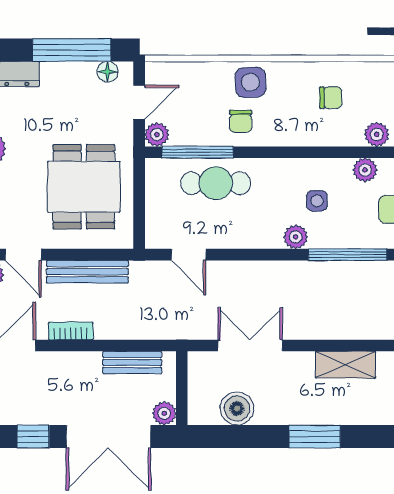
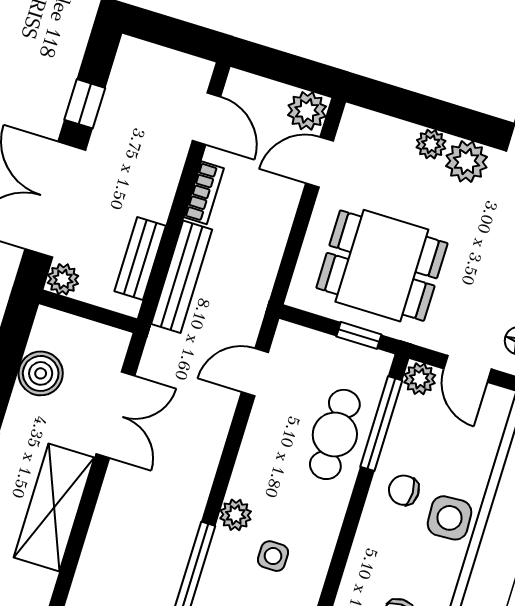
window: (139, 188) -> (359, 335), added
bench: (87, 272) -> (182, 277), moved
shelving: (346, 365) -> (54, 507), width x1.50, depth x1.33

